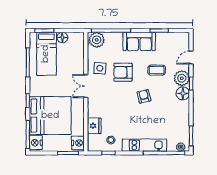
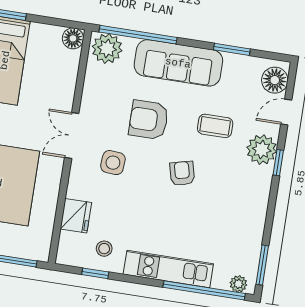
floor lamp: (62, 37) -> (73, 38), moved
sofa: (139, 41) -> (178, 63), width x1.36
side table: (100, 68) -> (113, 163), moved
floor lamp: (183, 93) -> (275, 80), moved
nightstand: (78, 143) -> (39, 244), removed

